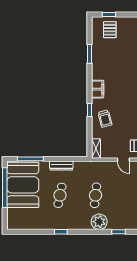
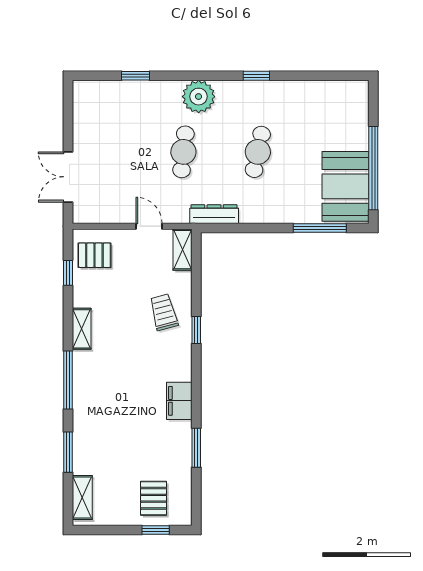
filing cabinet: (98, 89) -> (179, 401), moved
door: (123, 160) -> (149, 226), moved
dresser: (61, 166) -> (214, 214), moved
booth: (23, 185) -> (346, 186), width x0.73, depth x0.70
plant: (99, 222) -> (199, 97), moved

